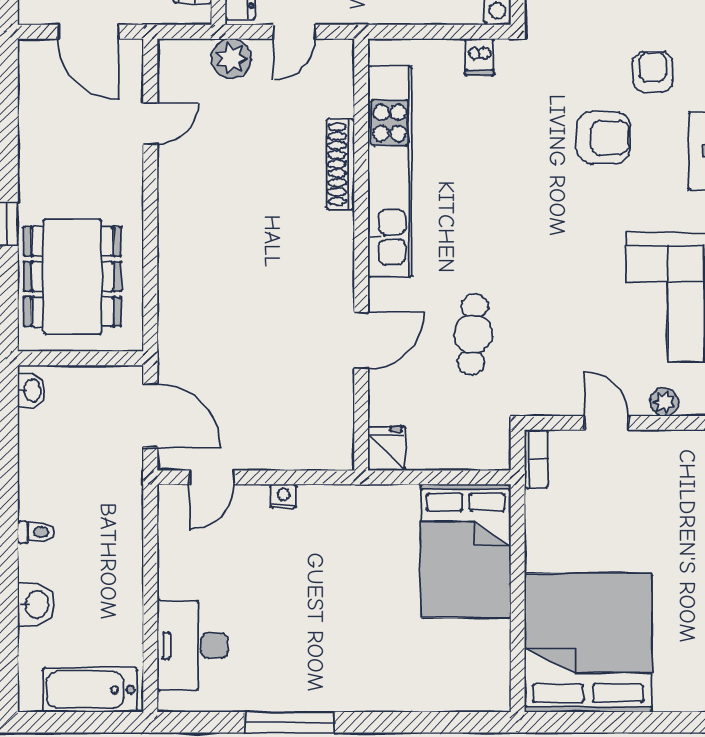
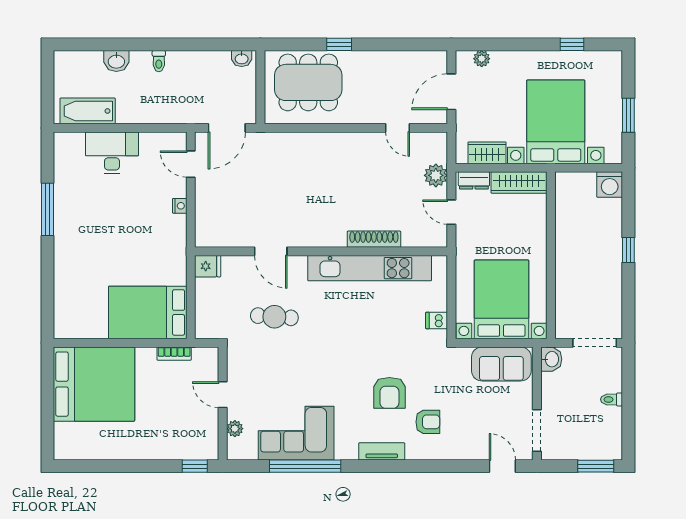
door: (606, 423) -> (223, 395), swing flipped
bookcase: (536, 459) -> (174, 354), moved
desk: (193, 645) -> (112, 153), moved
bathtub: (90, 690) -> (88, 111), moved, turned -90

